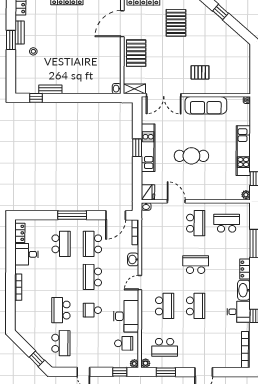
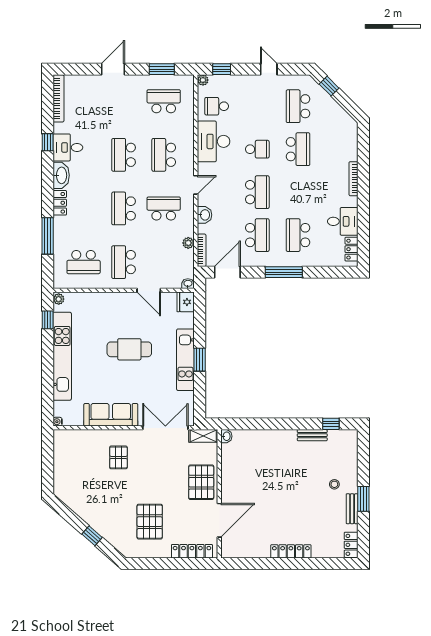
pallet: (200, 72) -> (118, 457), turned 90
kitchen unit: (243, 151) -> (62, 356), width x1.36
school desk: (165, 265) -> (164, 208), added
school desk: (196, 265) -> (124, 208), turned 90
plant: (145, 363) -> (188, 243), moved

